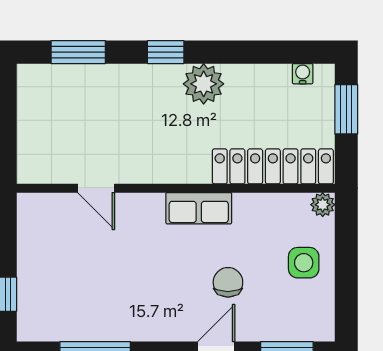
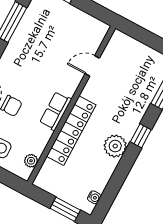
locker: (273, 166) -> (71, 131), moved
plant: (323, 205) -> (31, 161), moved

